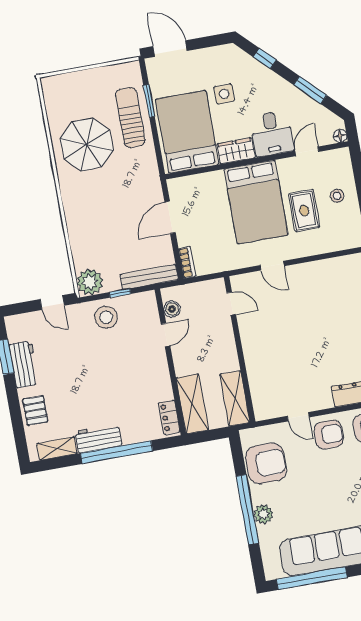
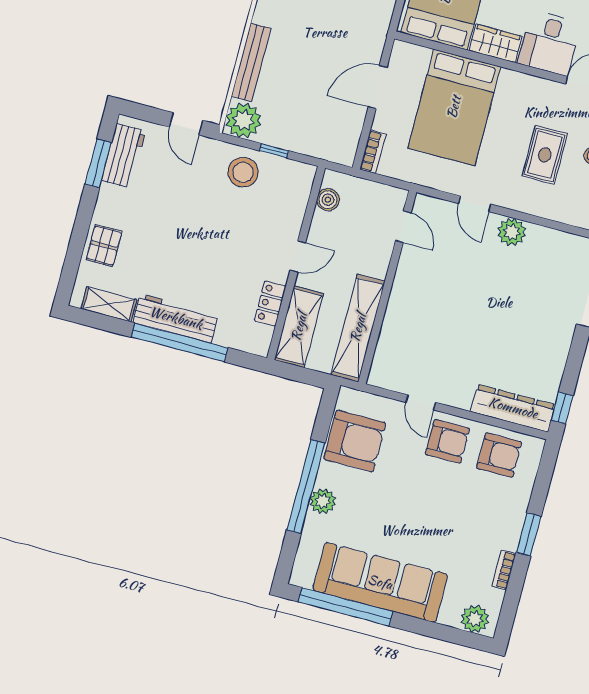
bed: (256, 202) -> (454, 107), moved
plant: (306, 273) -> (512, 232), added
bench: (149, 277) -> (251, 62), moved, turned 90
door: (165, 335) -> (298, 256), moved
workbench: (24, 364) -> (124, 156), moved
shelving: (235, 398) -> (358, 328), width x1.47
locker: (169, 417) -> (270, 303), moved
workbench: (98, 438) -> (176, 318), width x1.38

